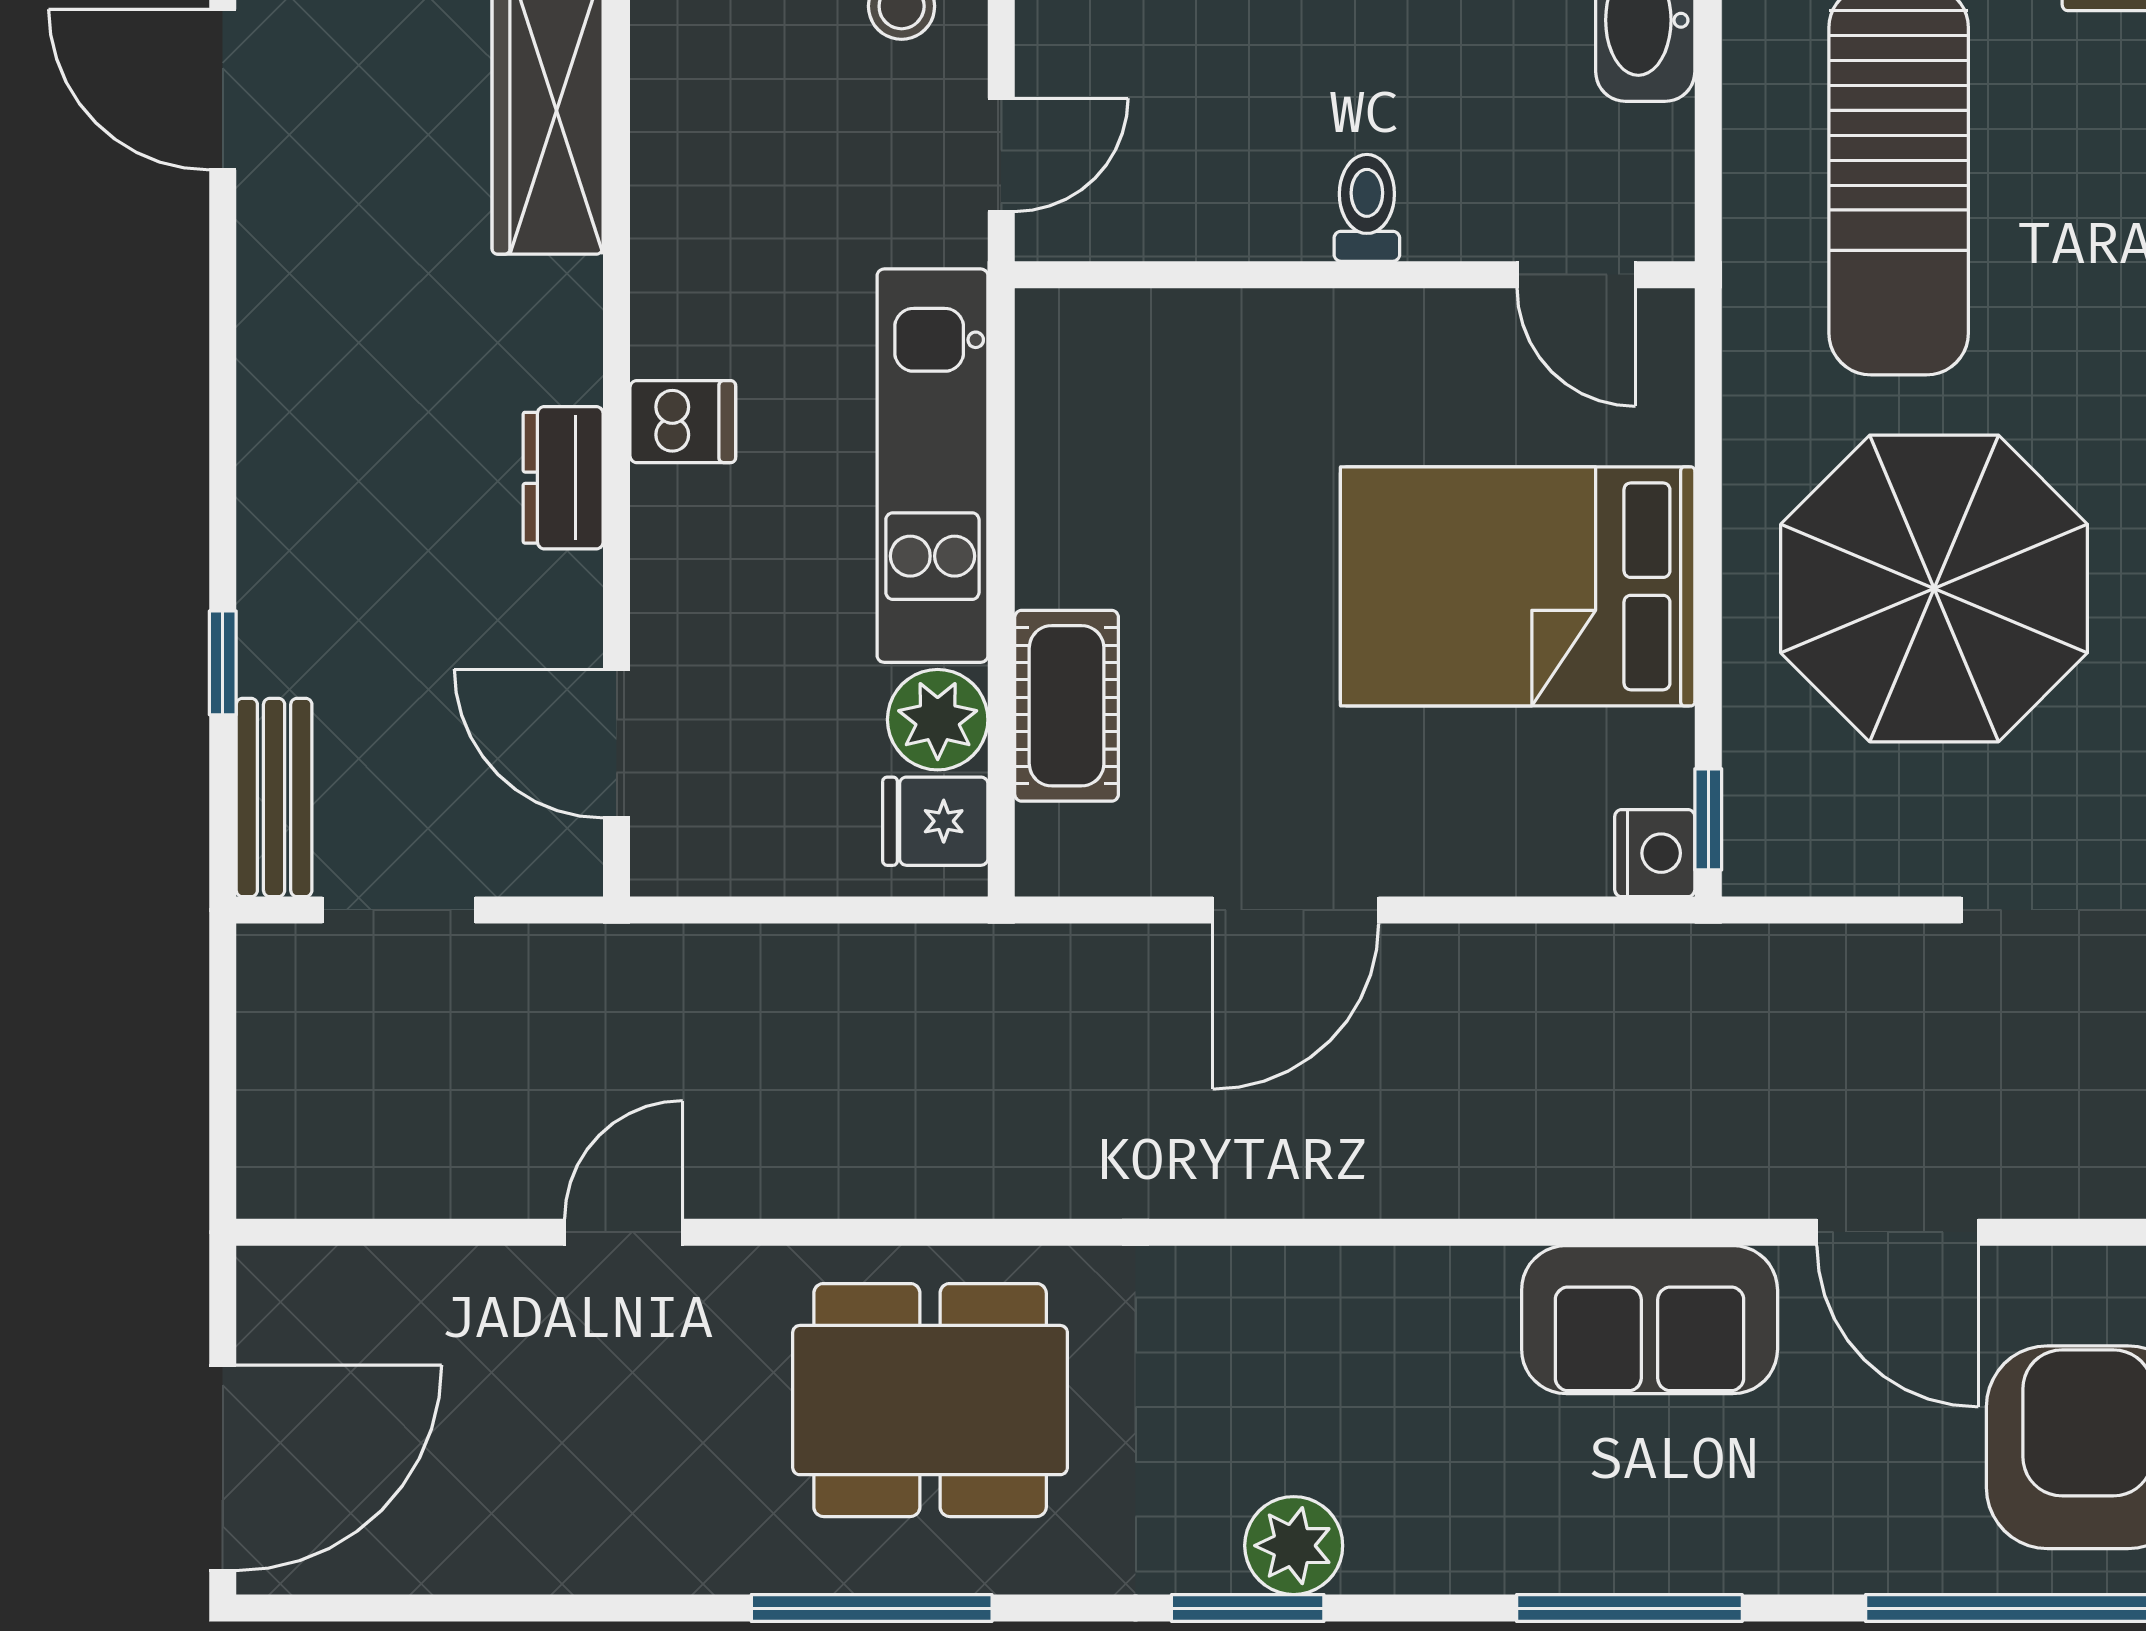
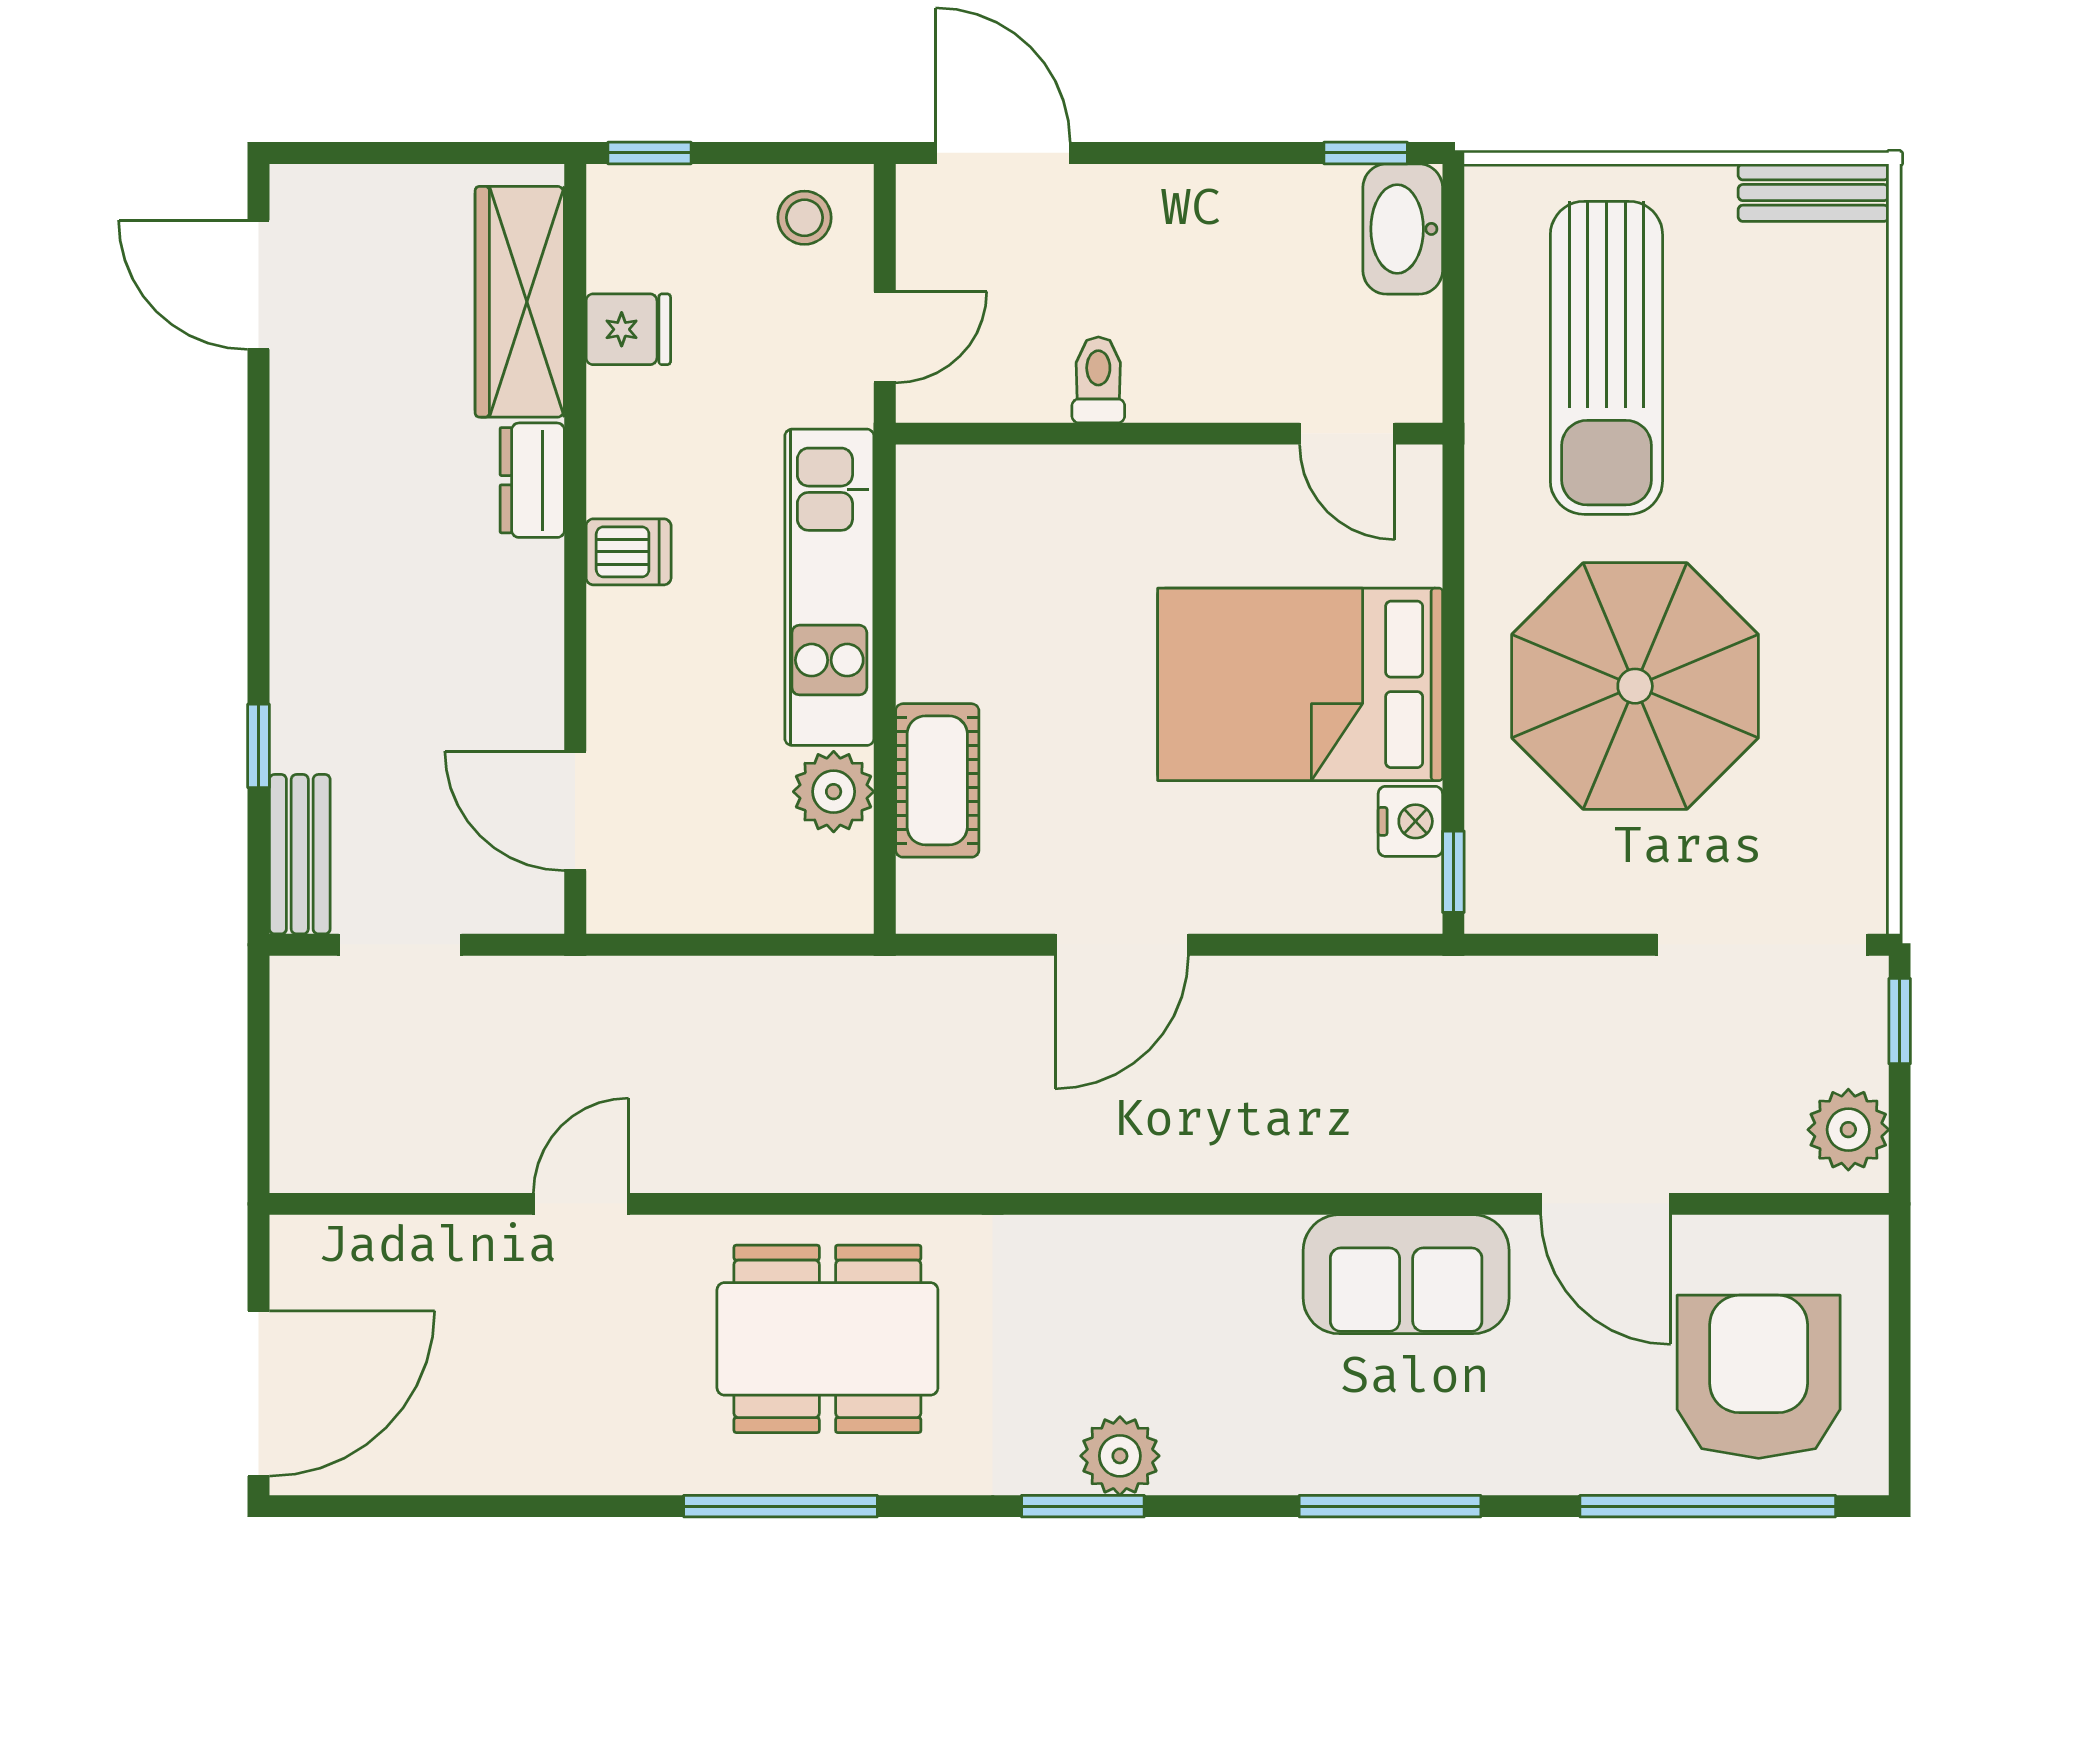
toilet: (1367, 208) -> (1098, 380), moved
dresser: (563, 478) -> (532, 480), moved
fridge: (935, 821) -> (628, 329), moved, turned 180
nightstand: (1655, 853) -> (1410, 821), moved

